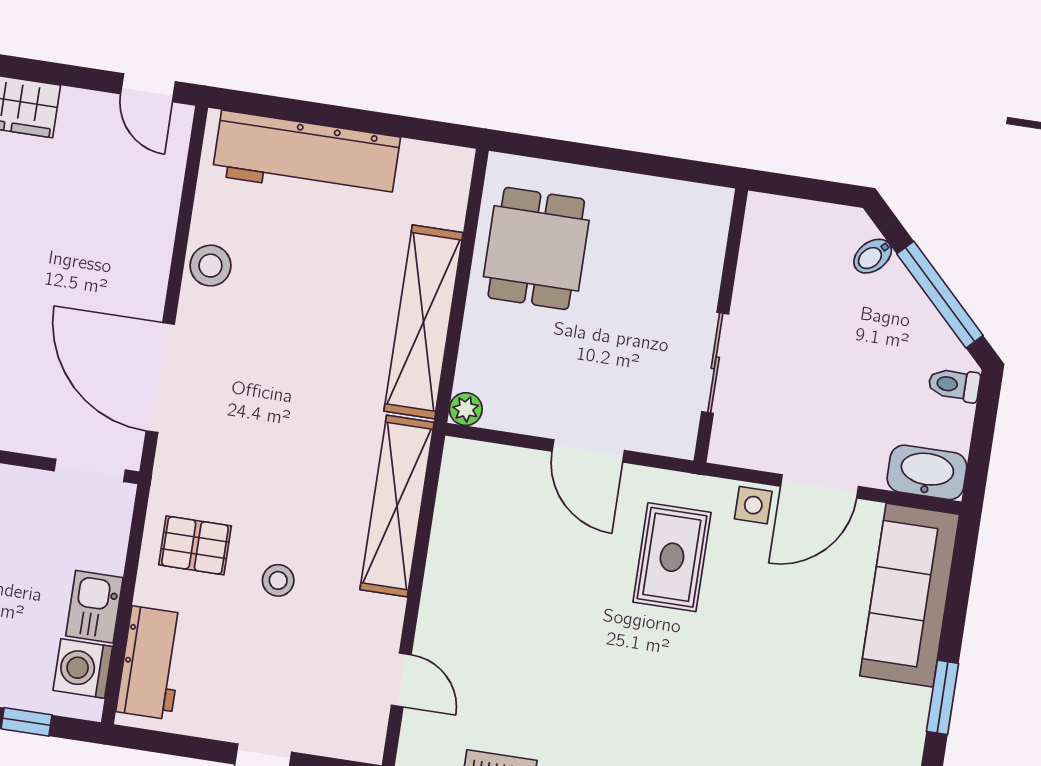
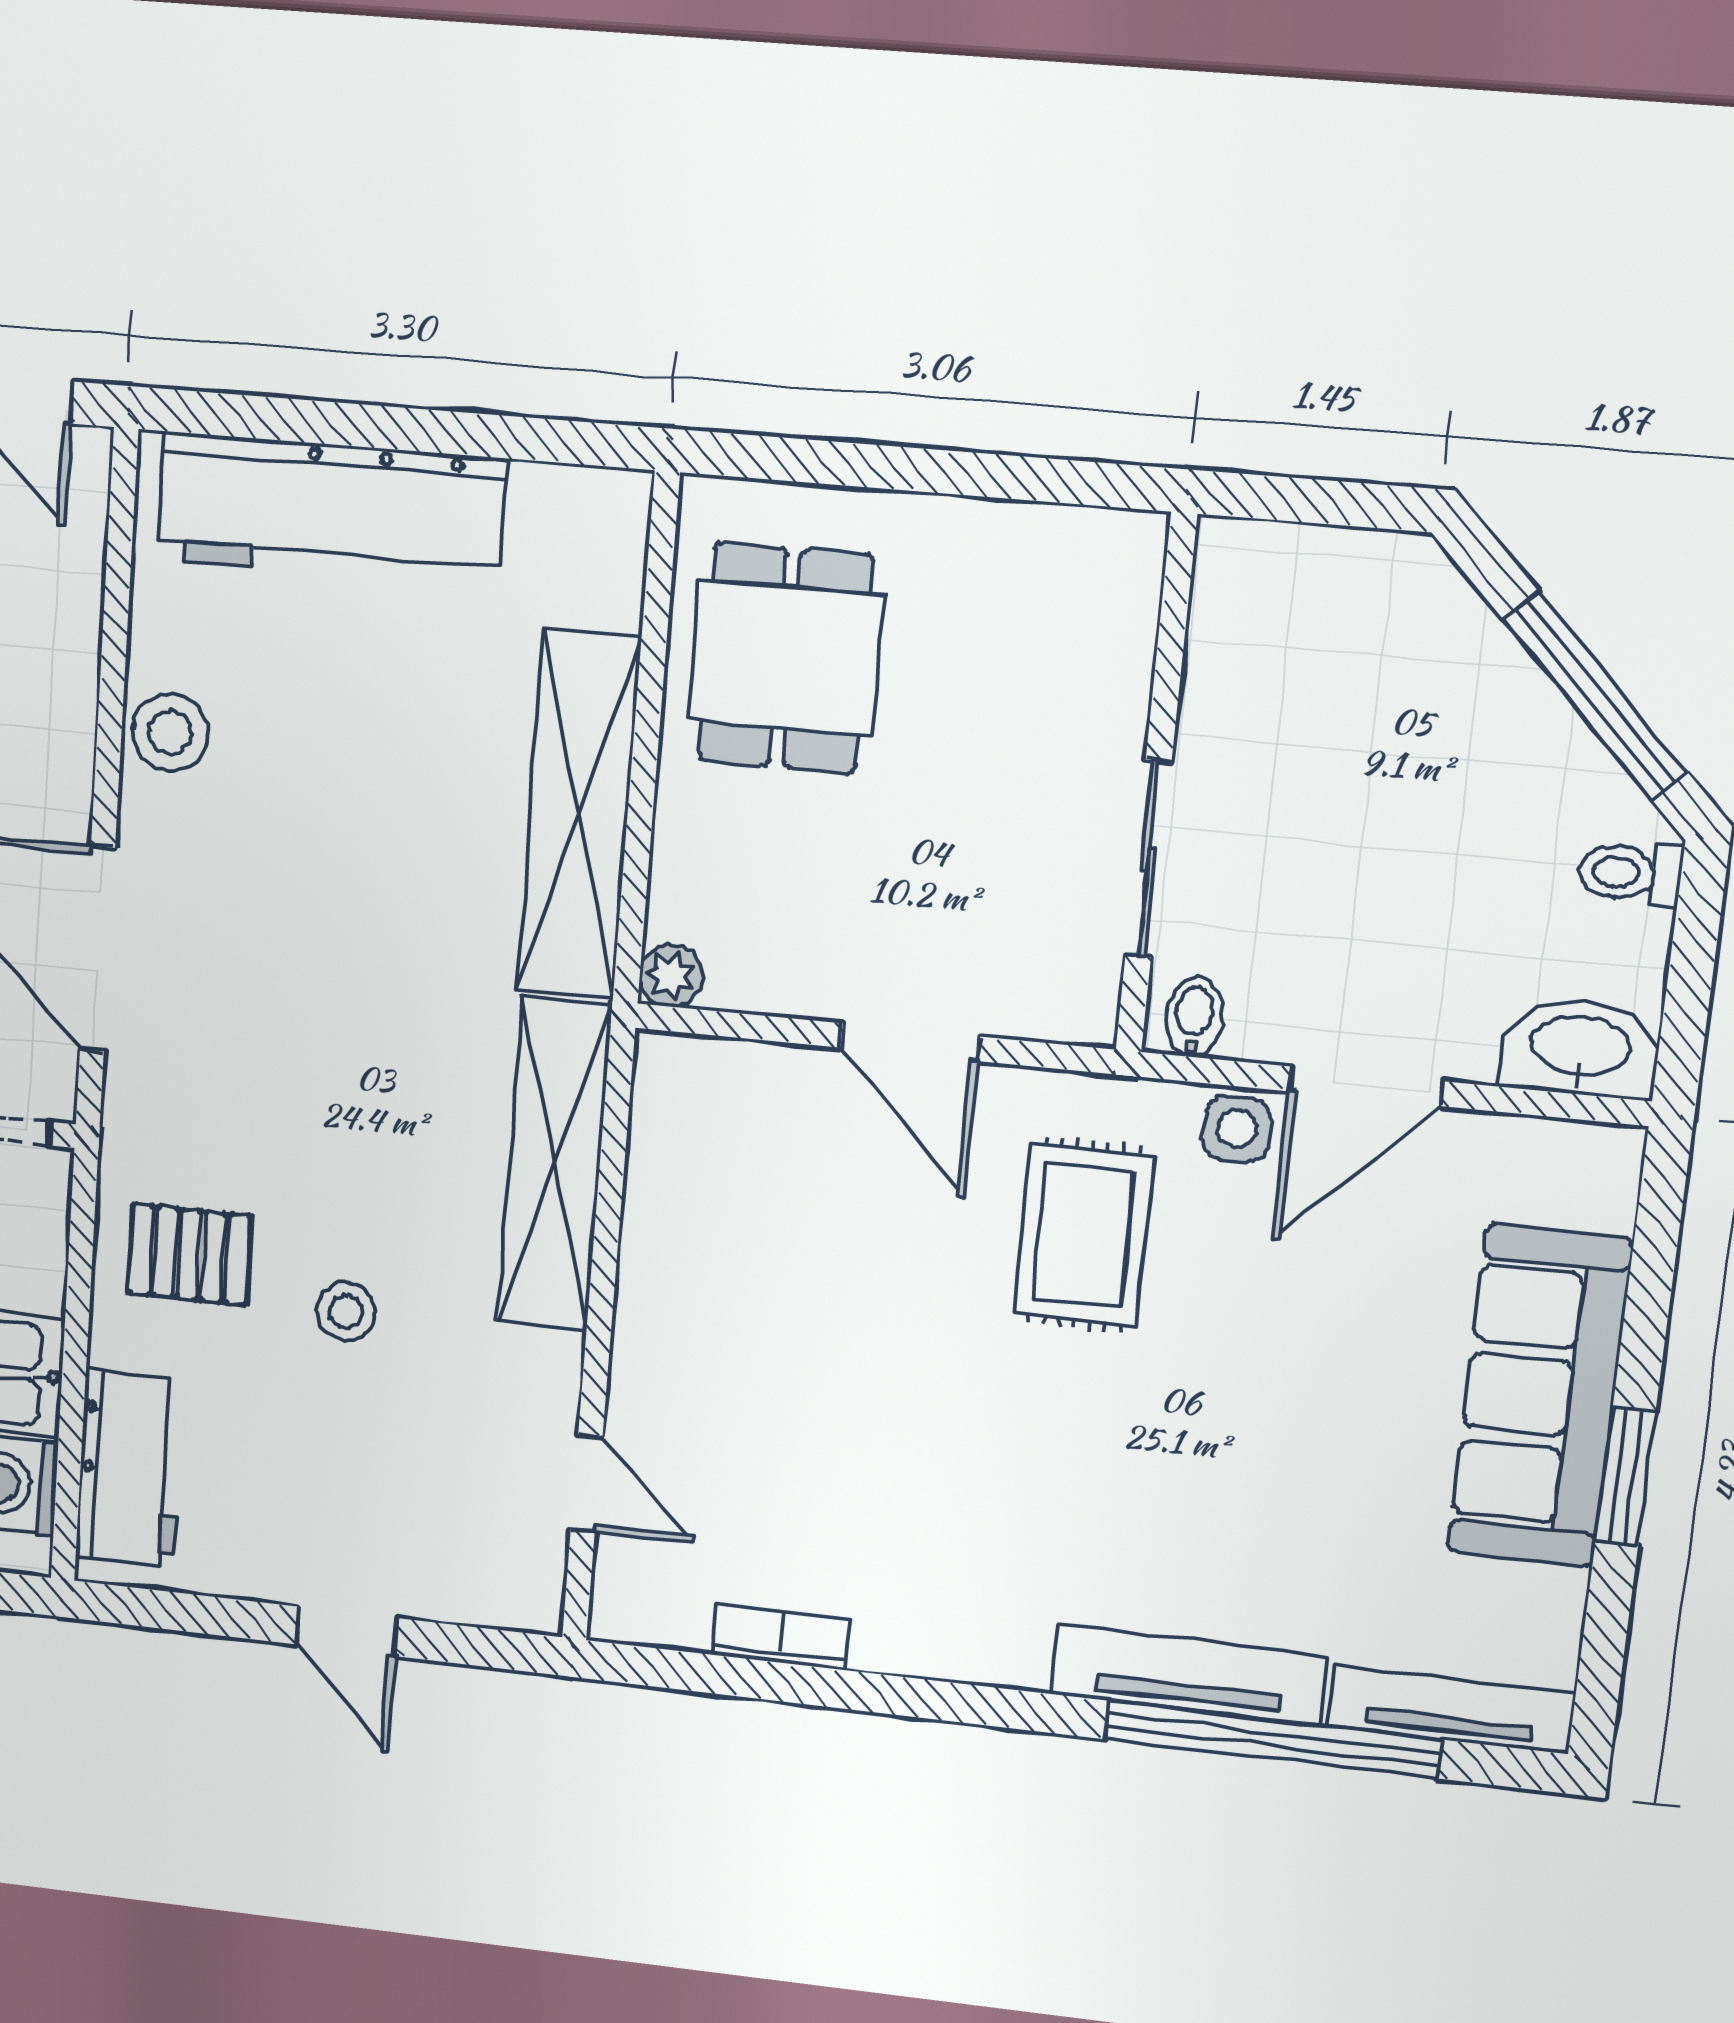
bidet: (873, 256) -> (1195, 1017), moved, turned 135
sofa: (910, 595) -> (1540, 1396), moved

